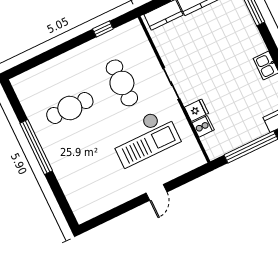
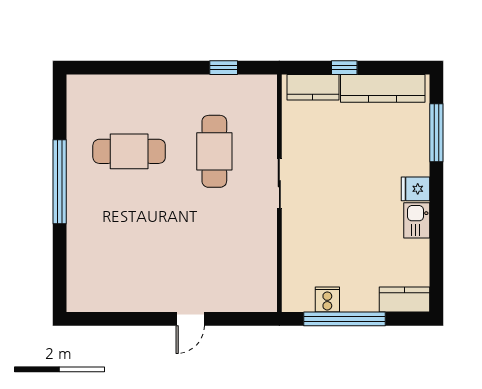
fridge: (196, 110) -> (415, 189), moved, turned 180
cooker: (203, 126) -> (327, 299), moved, turned -90
checkout: (145, 138) -> (209, 238), removed

